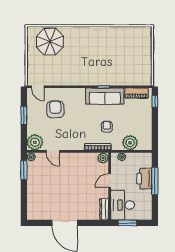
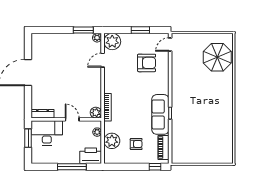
armchair: (107, 127) -> (136, 144), moved
printer: (144, 179) -> (91, 156), moved

